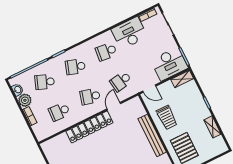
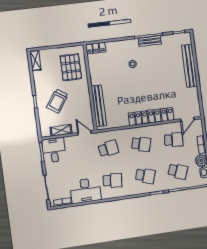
desk: (169, 64) -> (54, 150), width x0.73
shelving: (182, 79) -> (61, 130), moved
door: (114, 106) -> (187, 119), moved
trolley: (167, 117) -> (57, 101), moved, turned -145
shelving: (212, 127) -> (35, 60), moved
bench: (152, 135) -> (99, 106), moved

